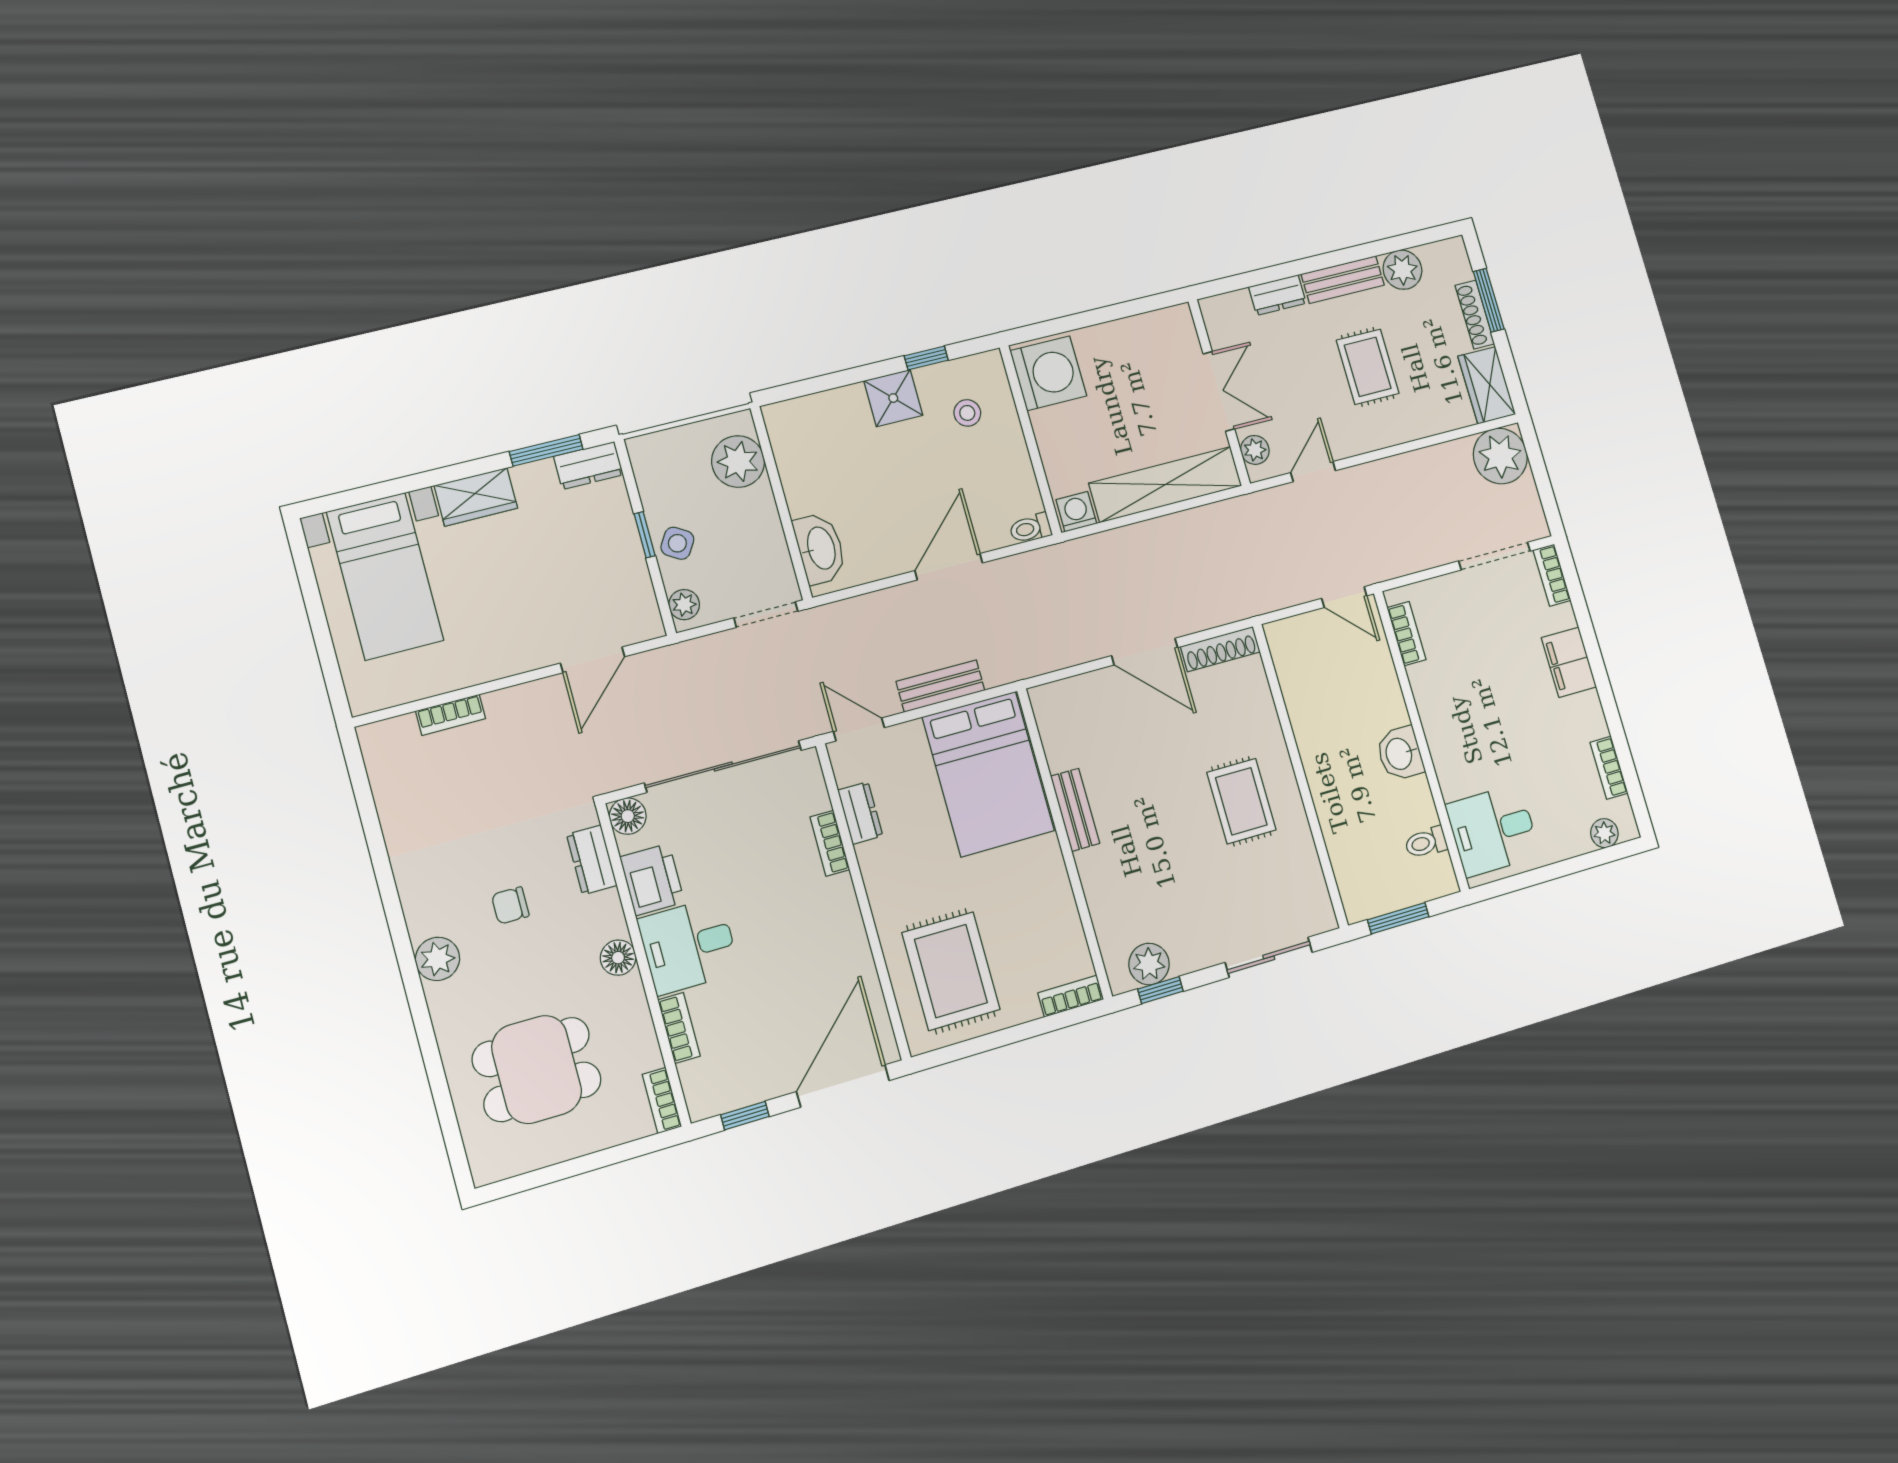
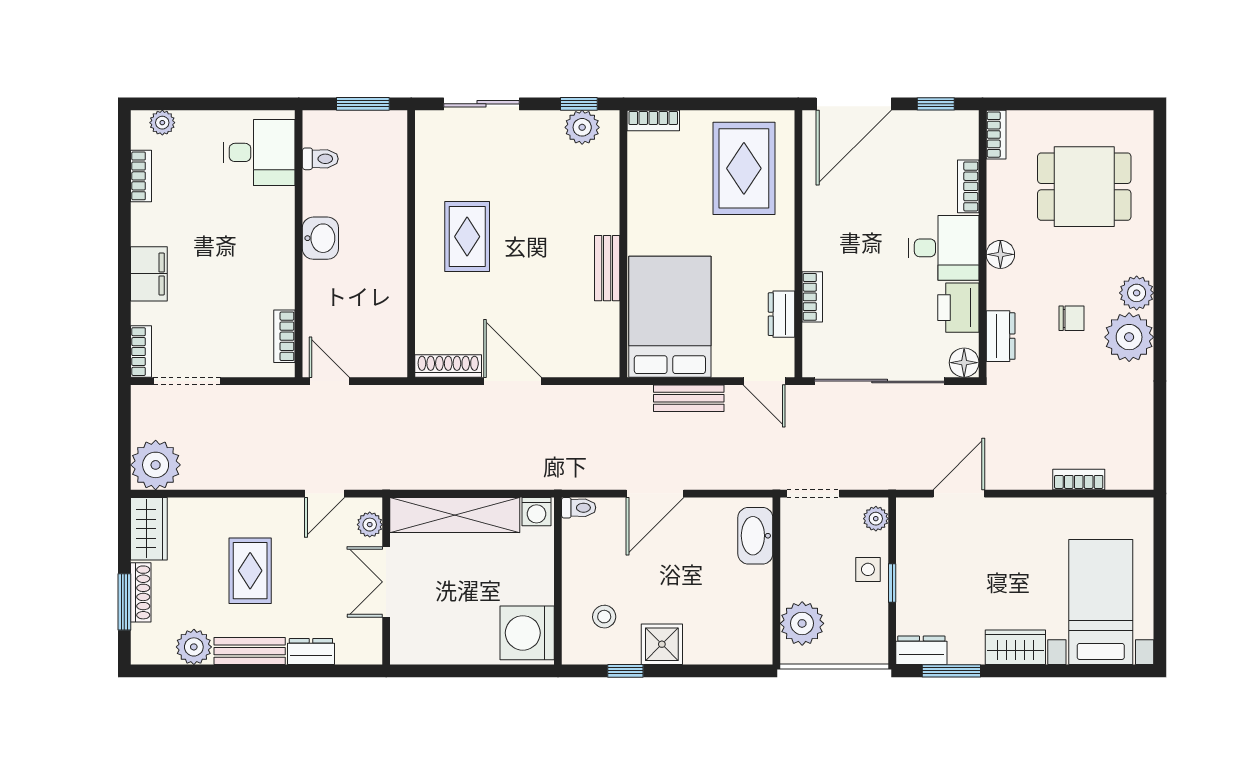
side table: (677, 543) -> (868, 569), turned -32
plant: (433, 903) -> (1129, 337), added

